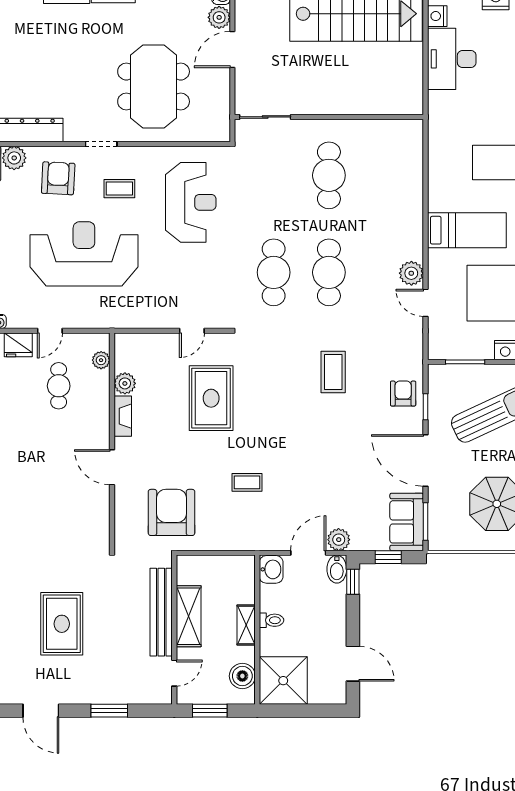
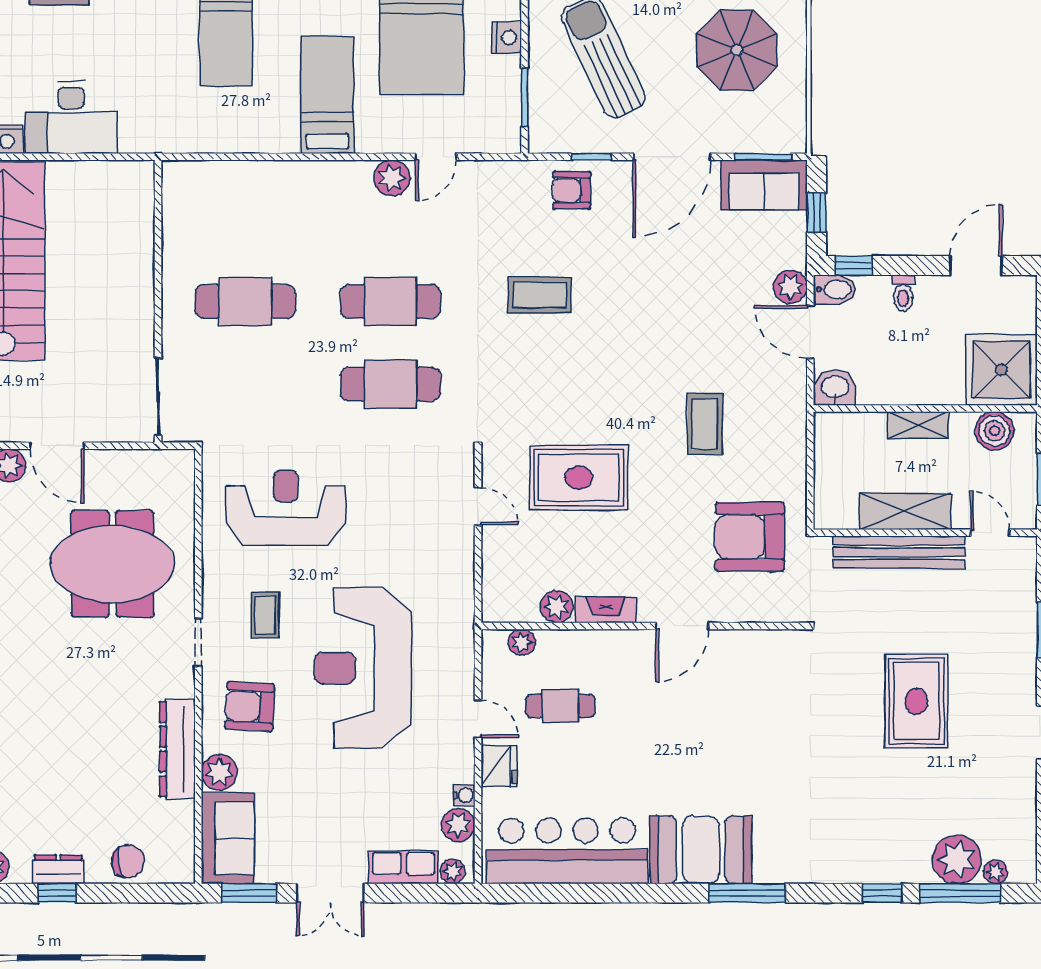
coffee table: (247, 482) -> (705, 424), width x1.36, depth x1.30
toilet: (271, 620) -> (903, 293), moved, turned 180
rug: (62, 624) -> (916, 701), turned 90

